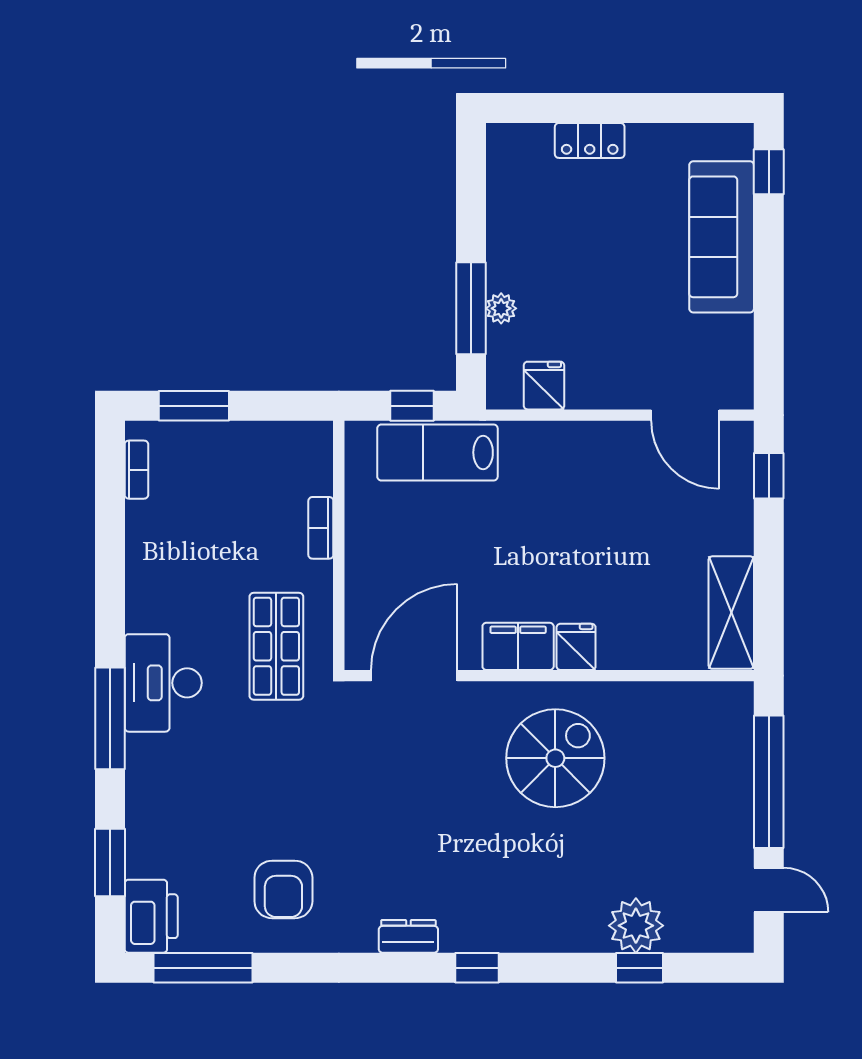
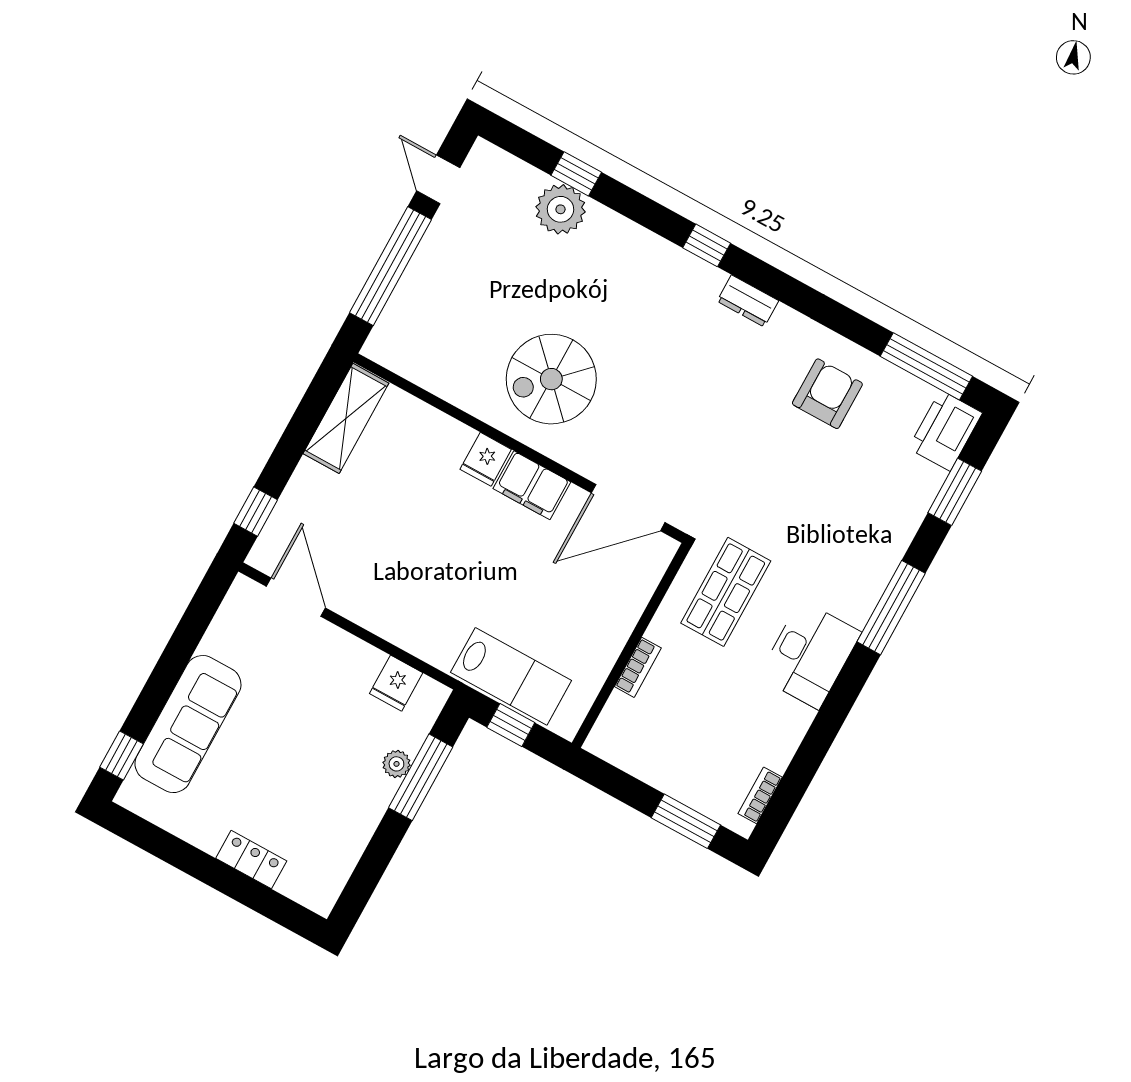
desk: (163, 683) -> (810, 654), moved

